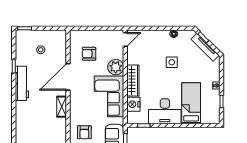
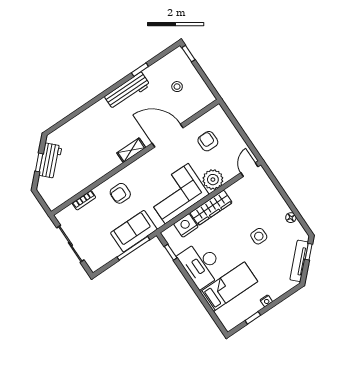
door: (125, 40) -> (249, 170), swing flipped

